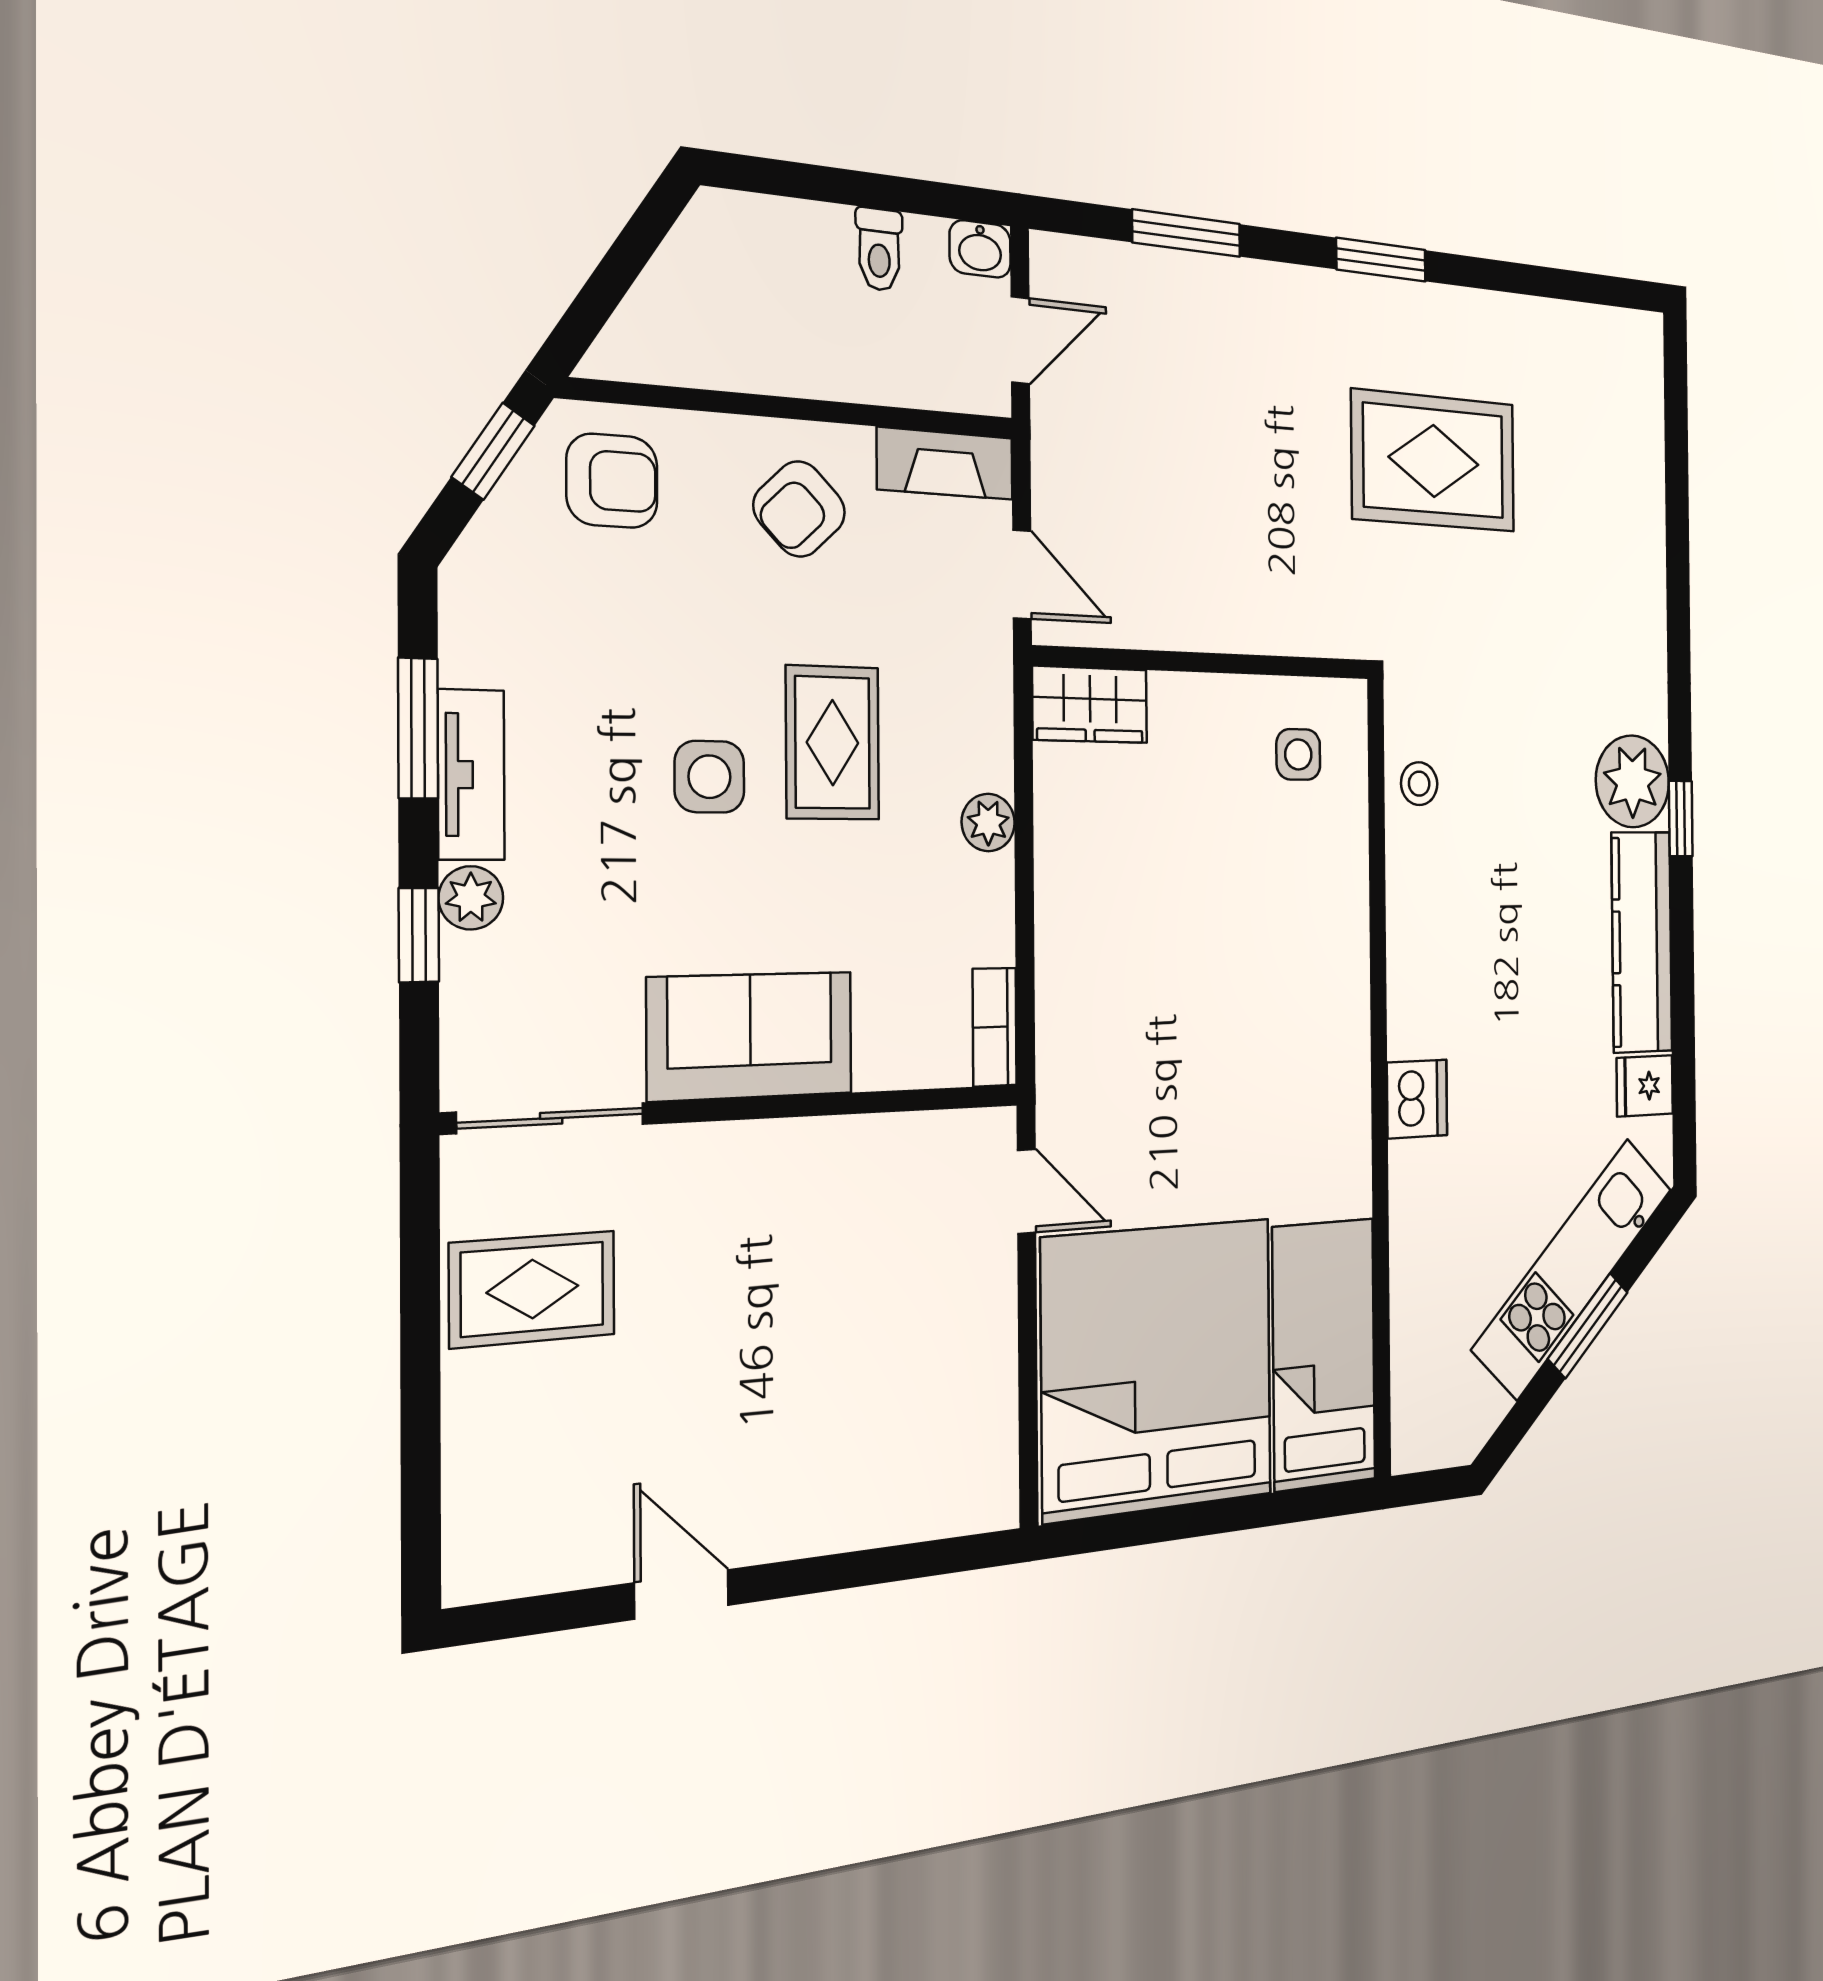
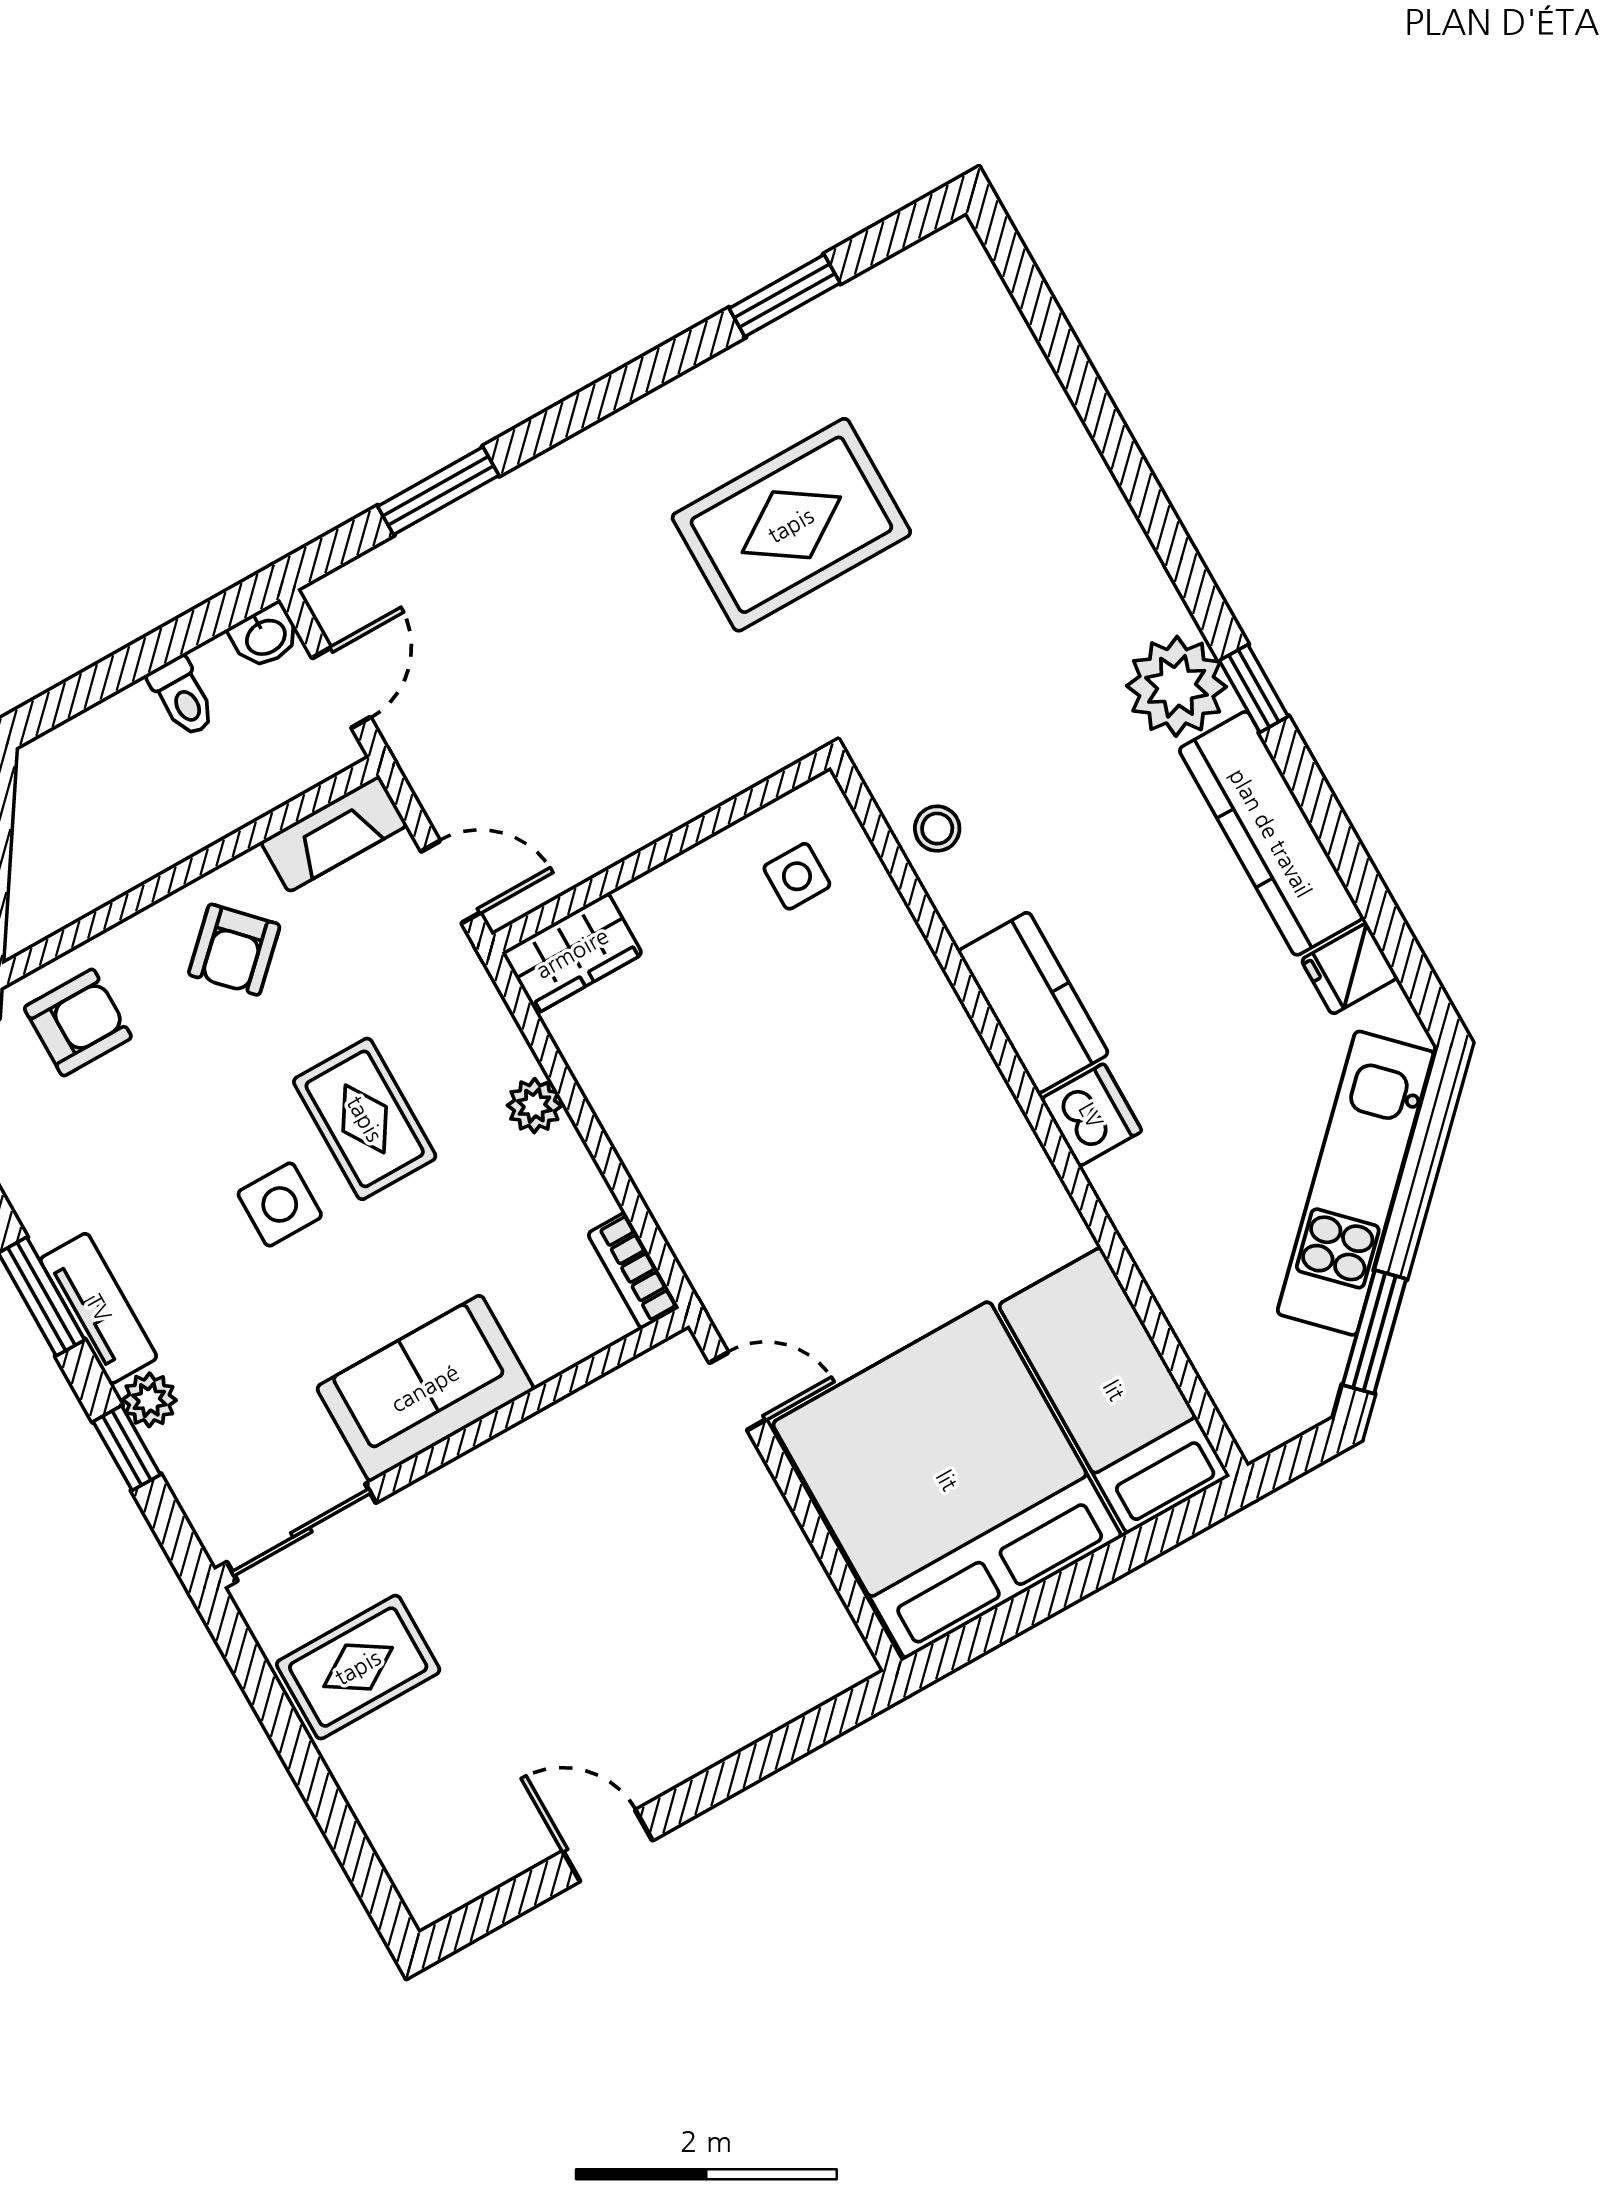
window: (1381, 260) -> (785, 296), moved
kitchen counter: (1420, 976) -> (1033, 1003), added
window: (1588, 1326) -> (1374, 1332), moved

